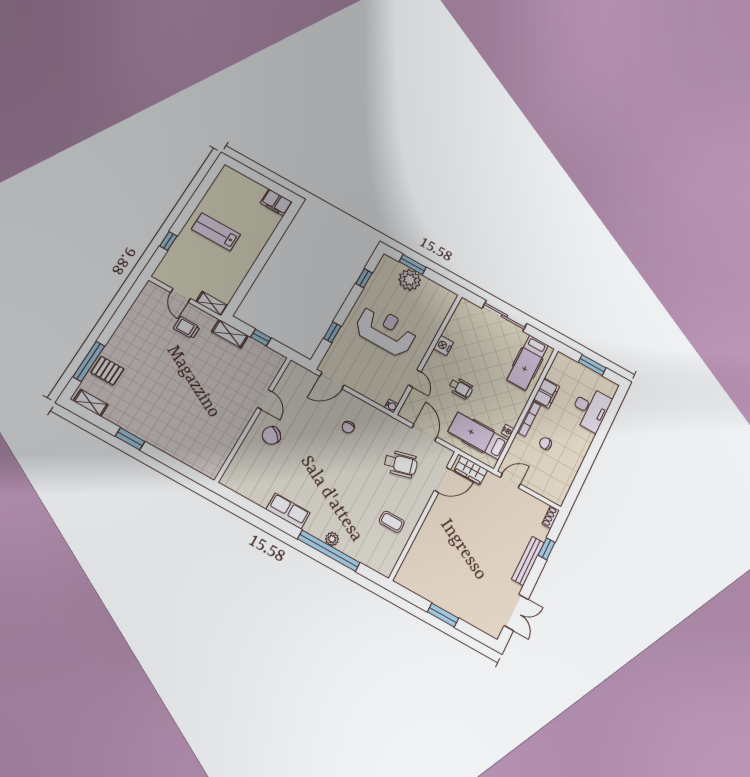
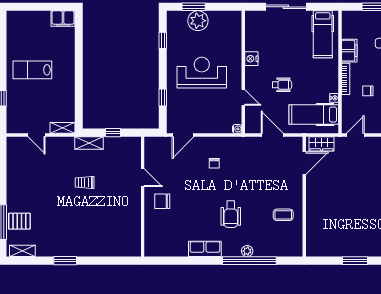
trolley: (187, 328) -> (85, 183), moved
chair: (271, 435) -> (162, 201), turned 49
wheelchair: (401, 464) -> (231, 214), moved, turned 105

